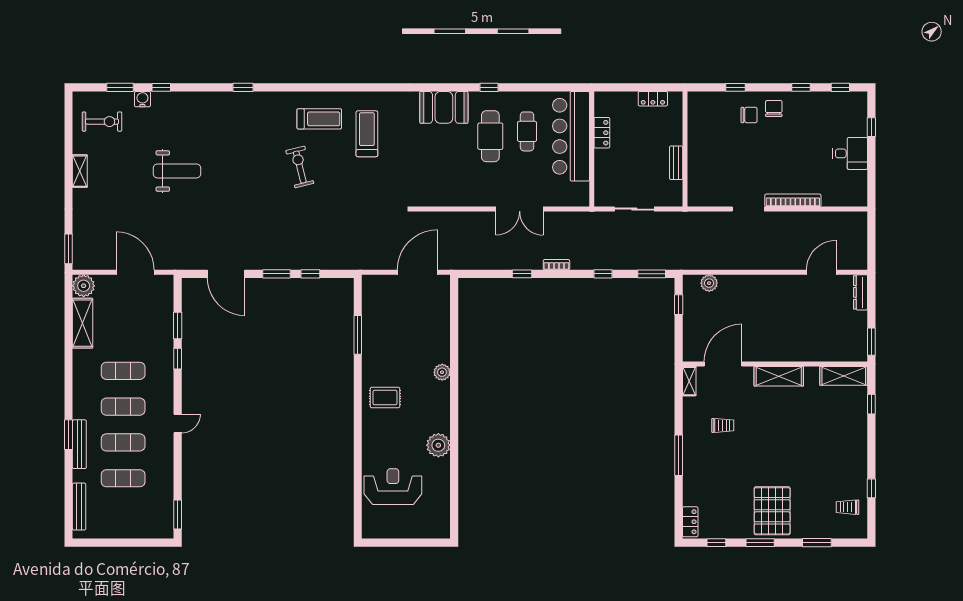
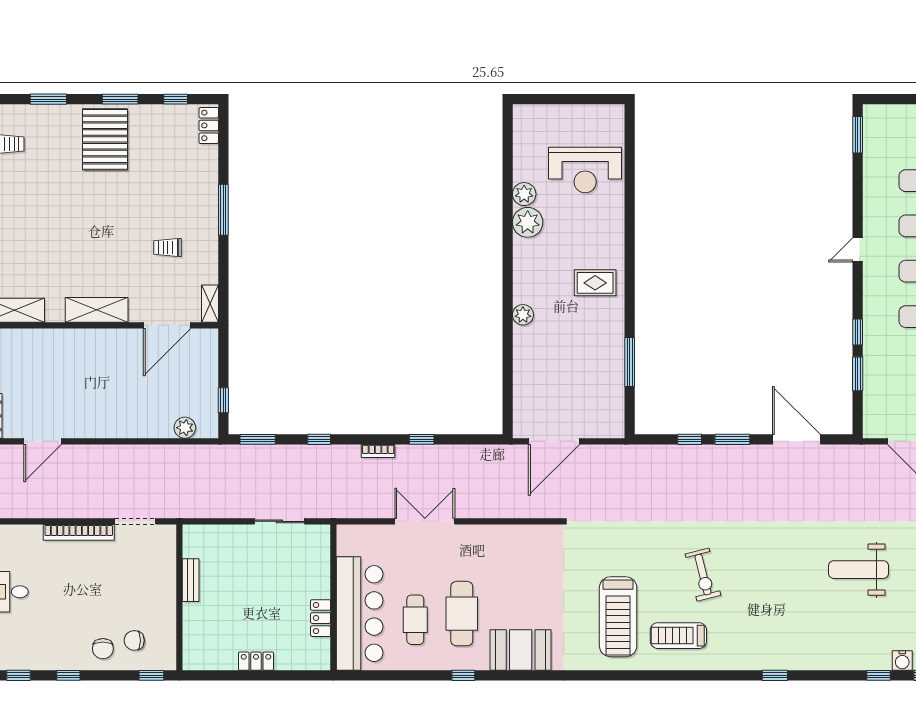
treadmill: (367, 134) -> (618, 617), width x1.37, depth x1.38
wall: (685, 149) -> (179, 597), moved
bench: (676, 163) -> (191, 580), moved
plant: (441, 468) -> (524, 194), added

